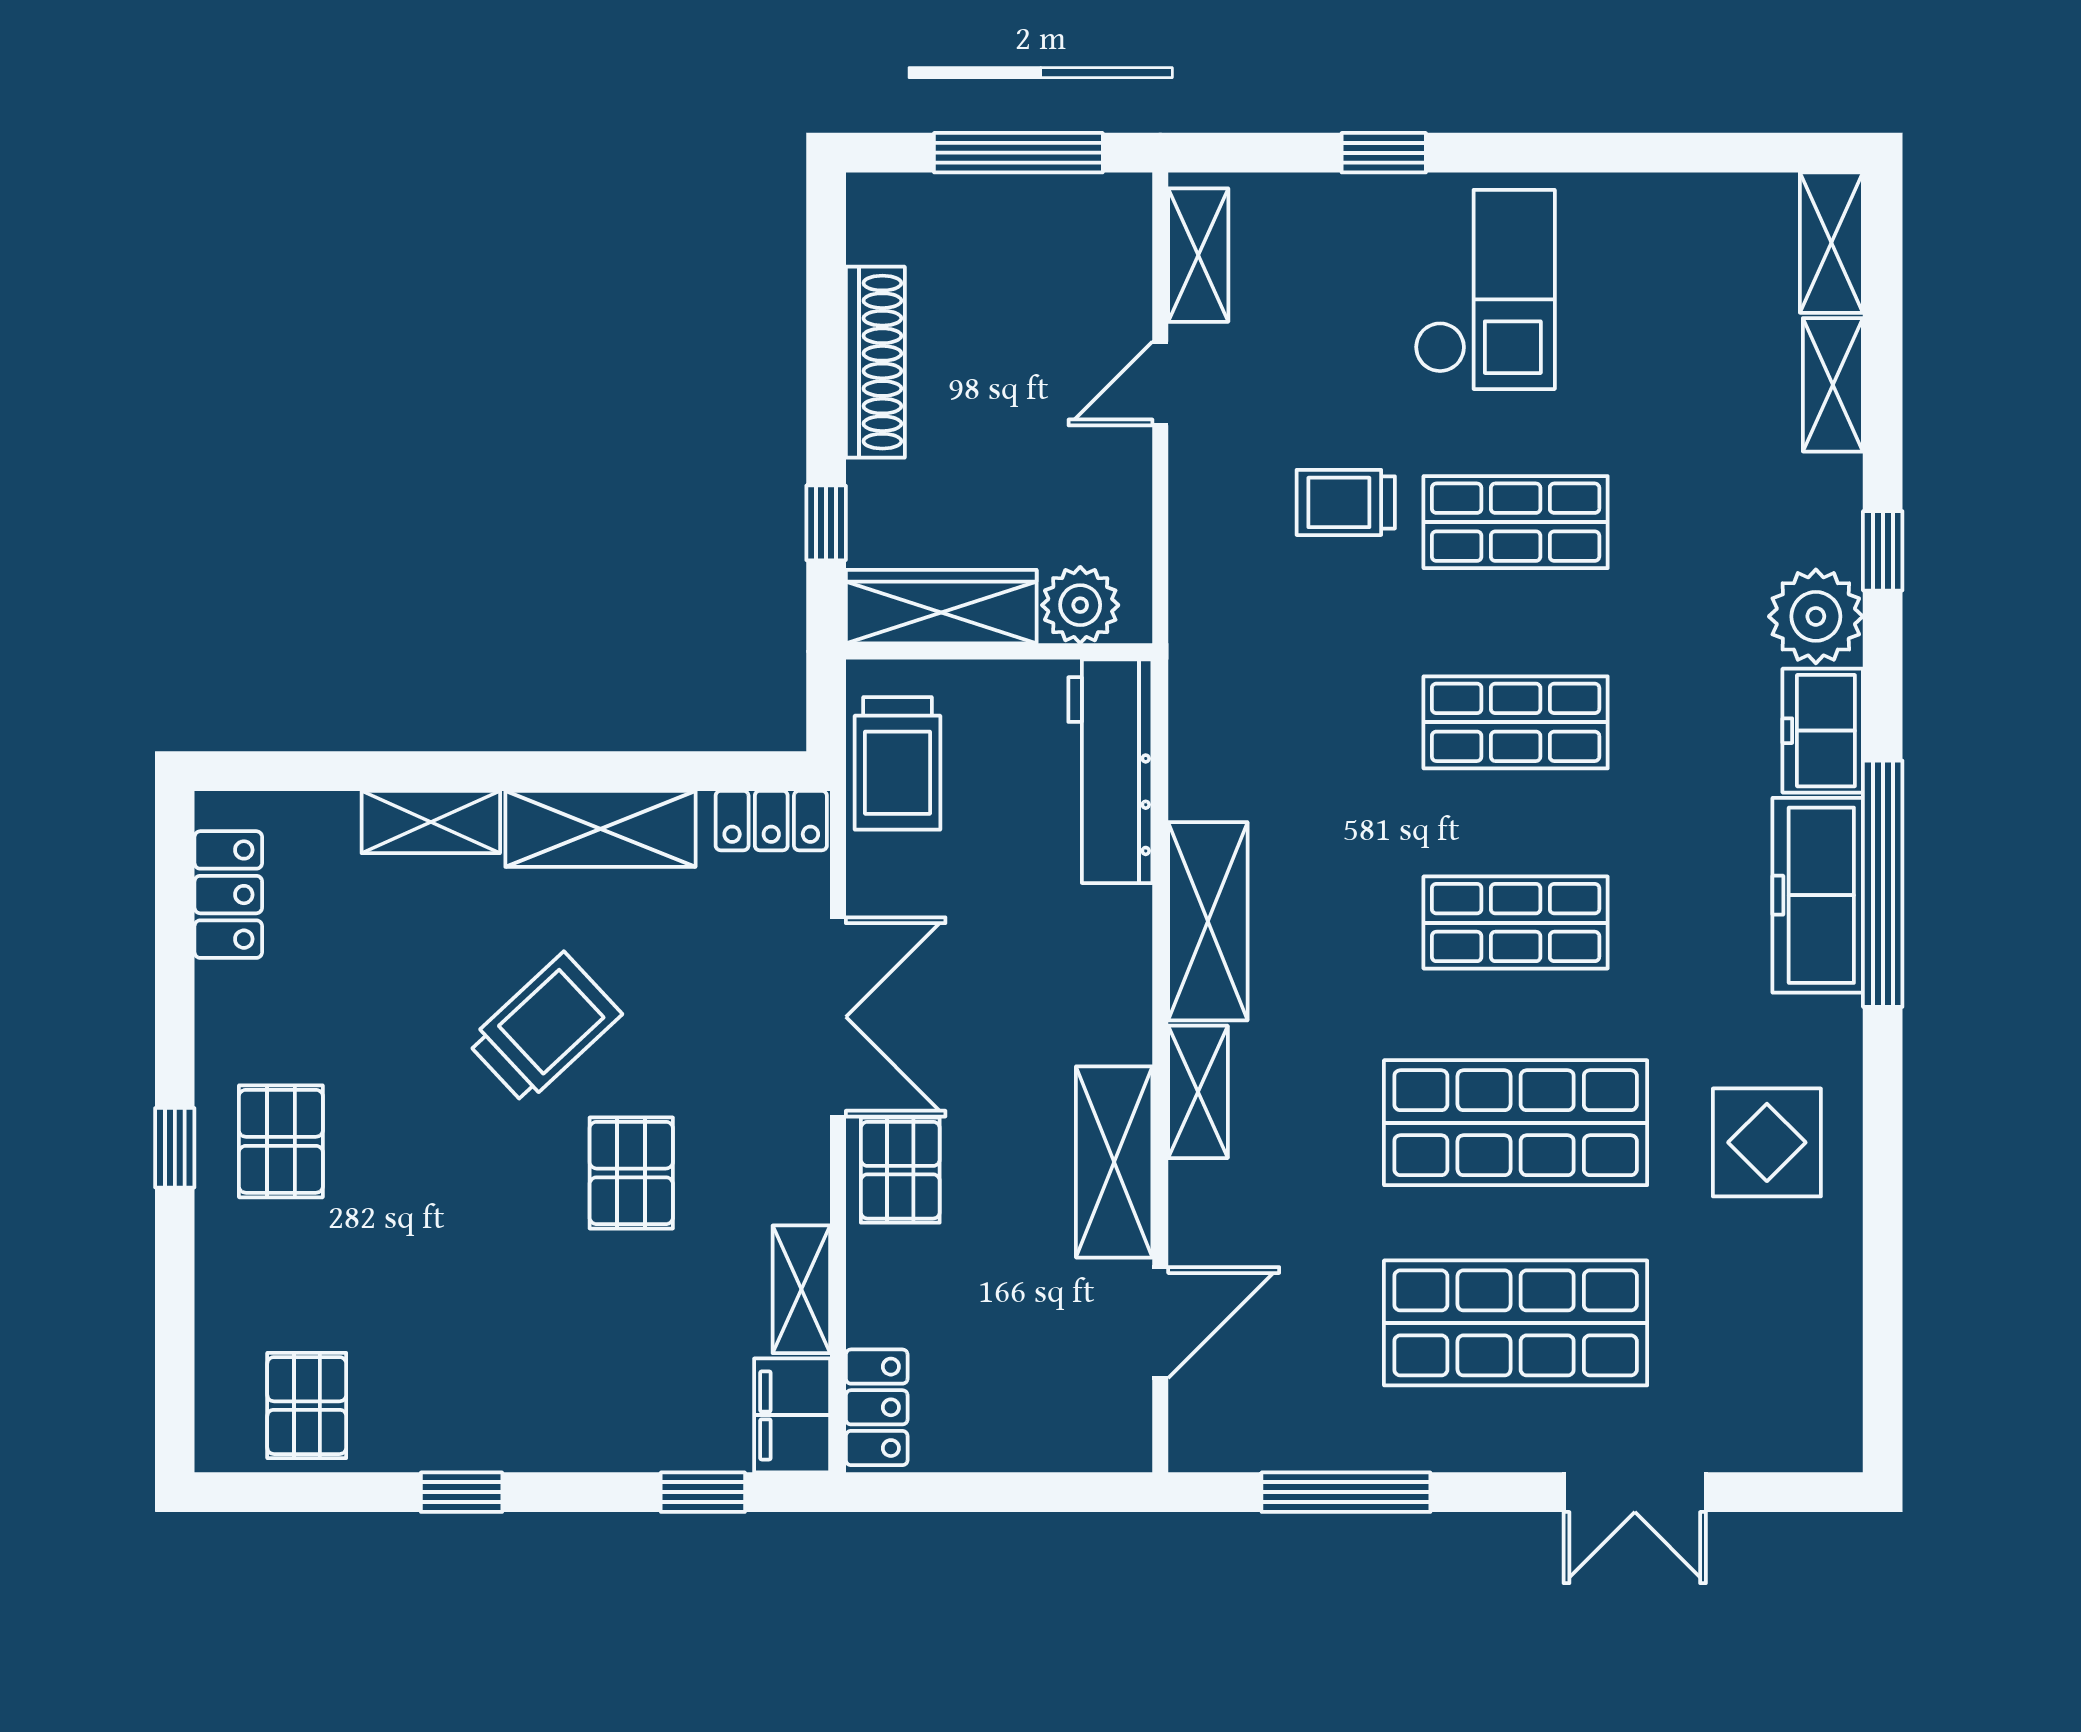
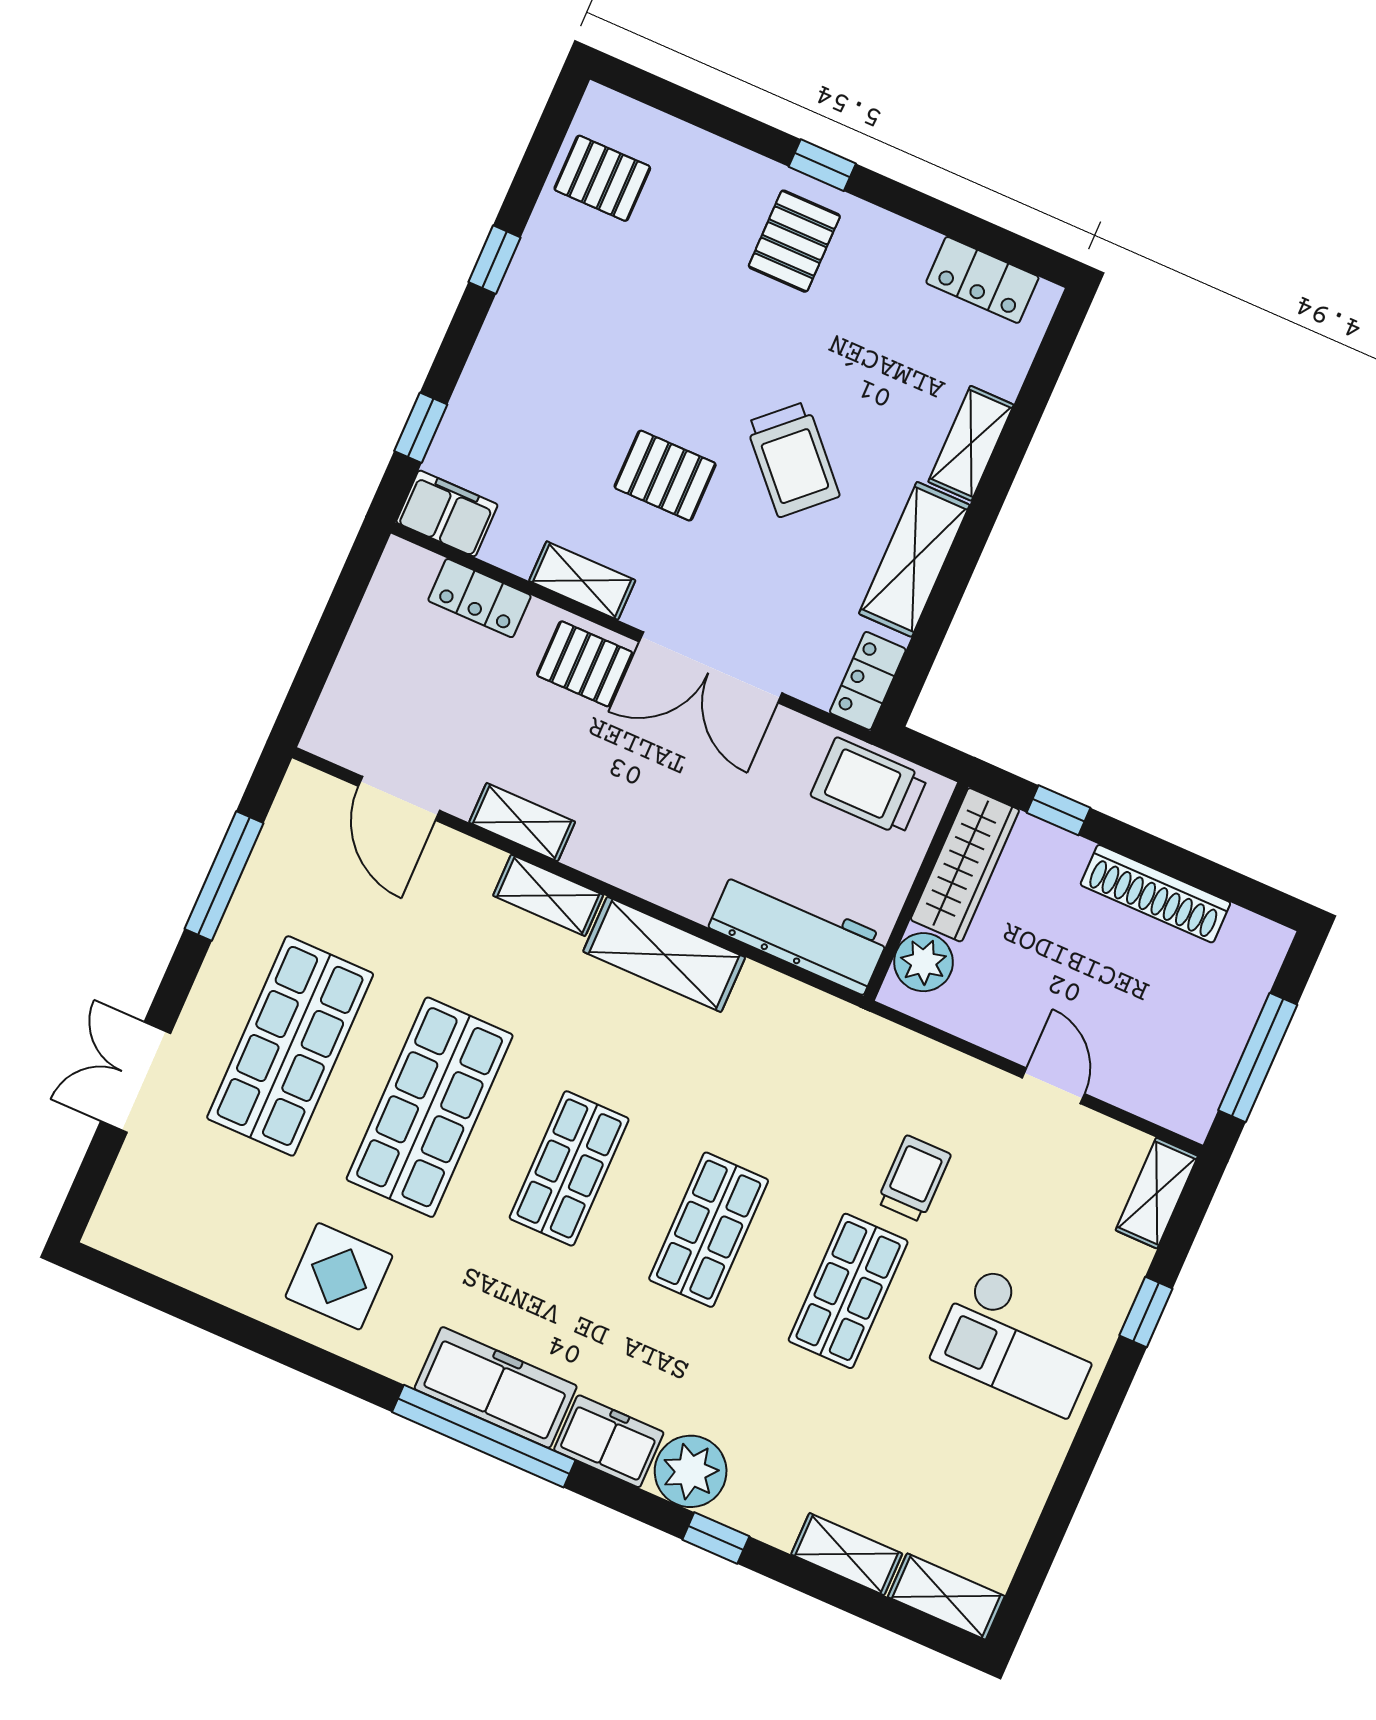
shelving: (1198, 255) -> (1157, 1193), moved, turned 90
pallet: (281, 1141) -> (794, 241), turned 90
shelving: (1114, 1162) -> (522, 822), width x0.67, depth x0.75
shelving: (801, 1289) -> (582, 581), moved
locker: (877, 1407) -> (479, 598), moved

